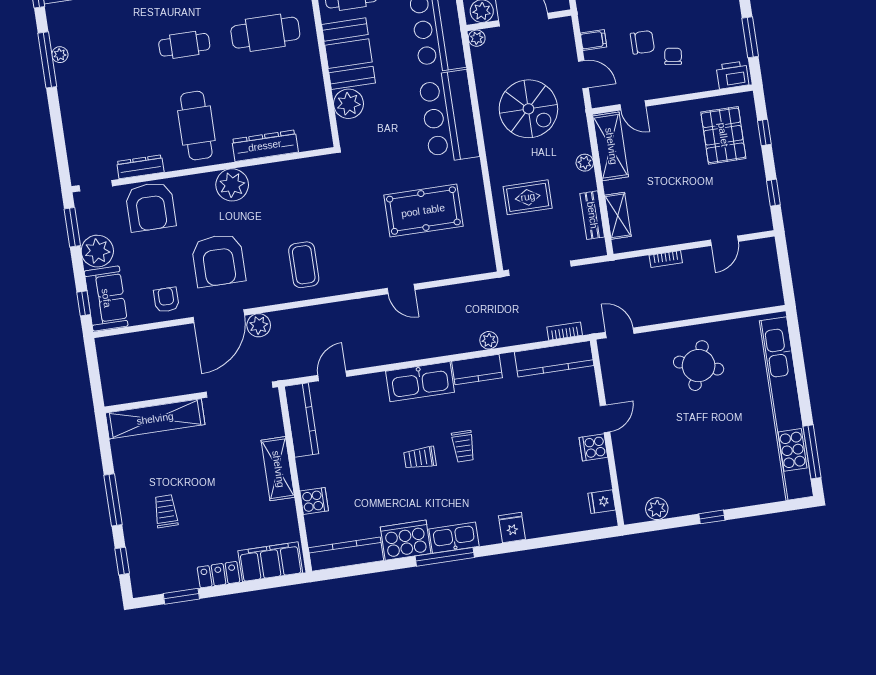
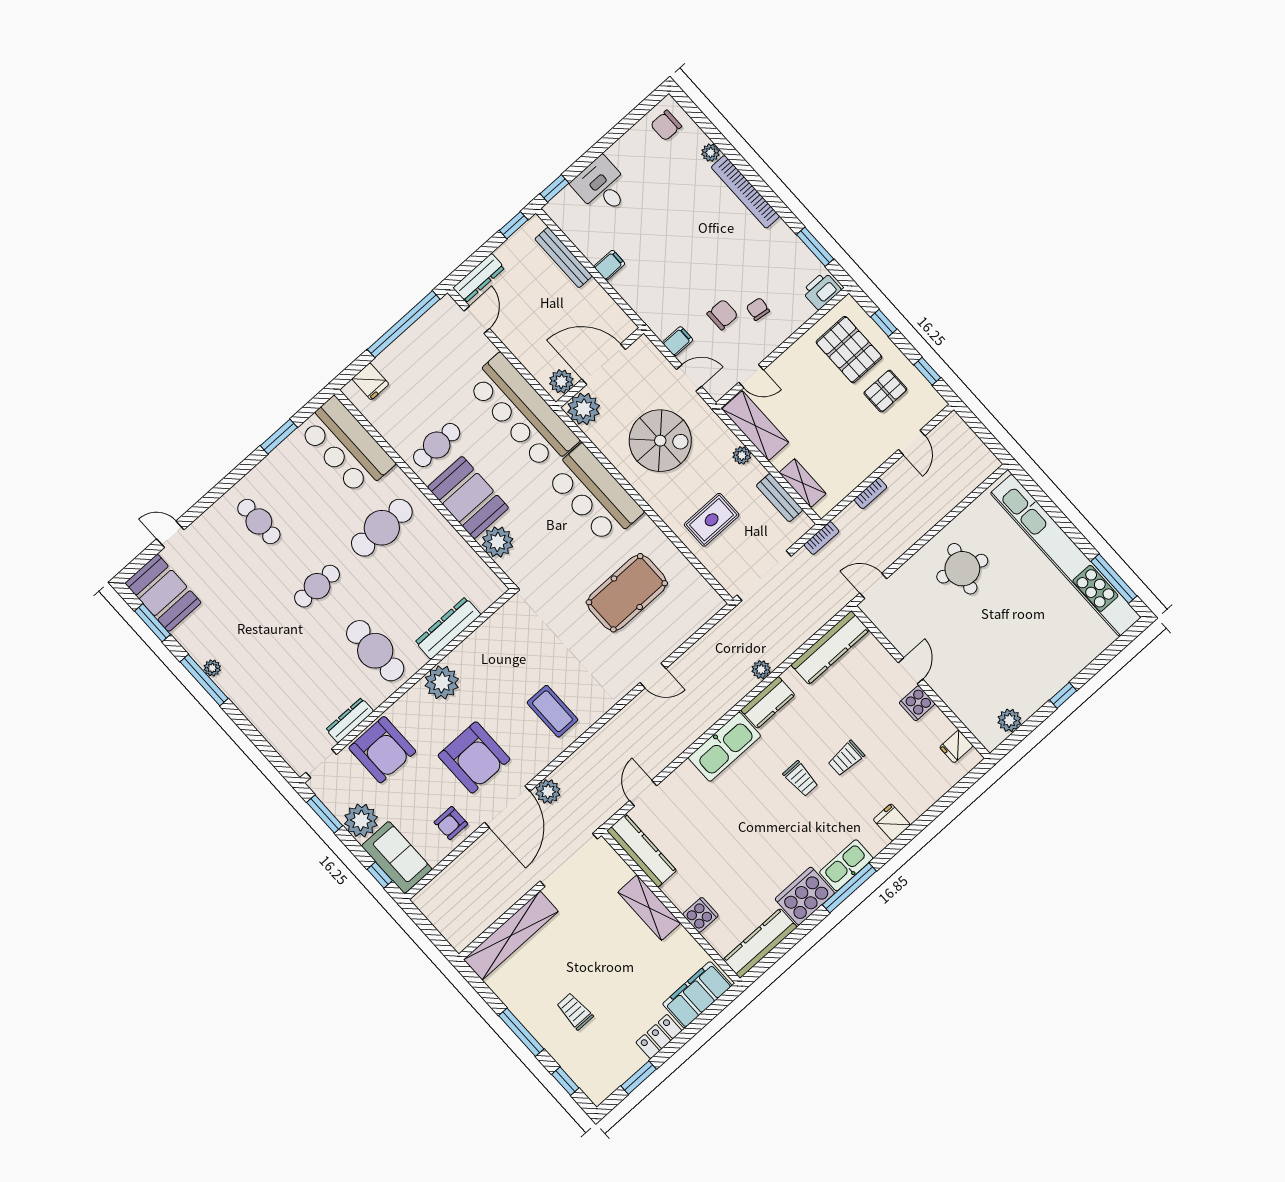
plant: (477, 38) -> (584, 409), width x1.88, depth x1.88
pallet: (730, 187) -> (885, 391), added
armchair: (166, 300) -> (451, 823), turned -90
bookcase: (565, 331) -> (822, 538), moved, turned 180
trolley: (420, 458) -> (846, 758), moved

